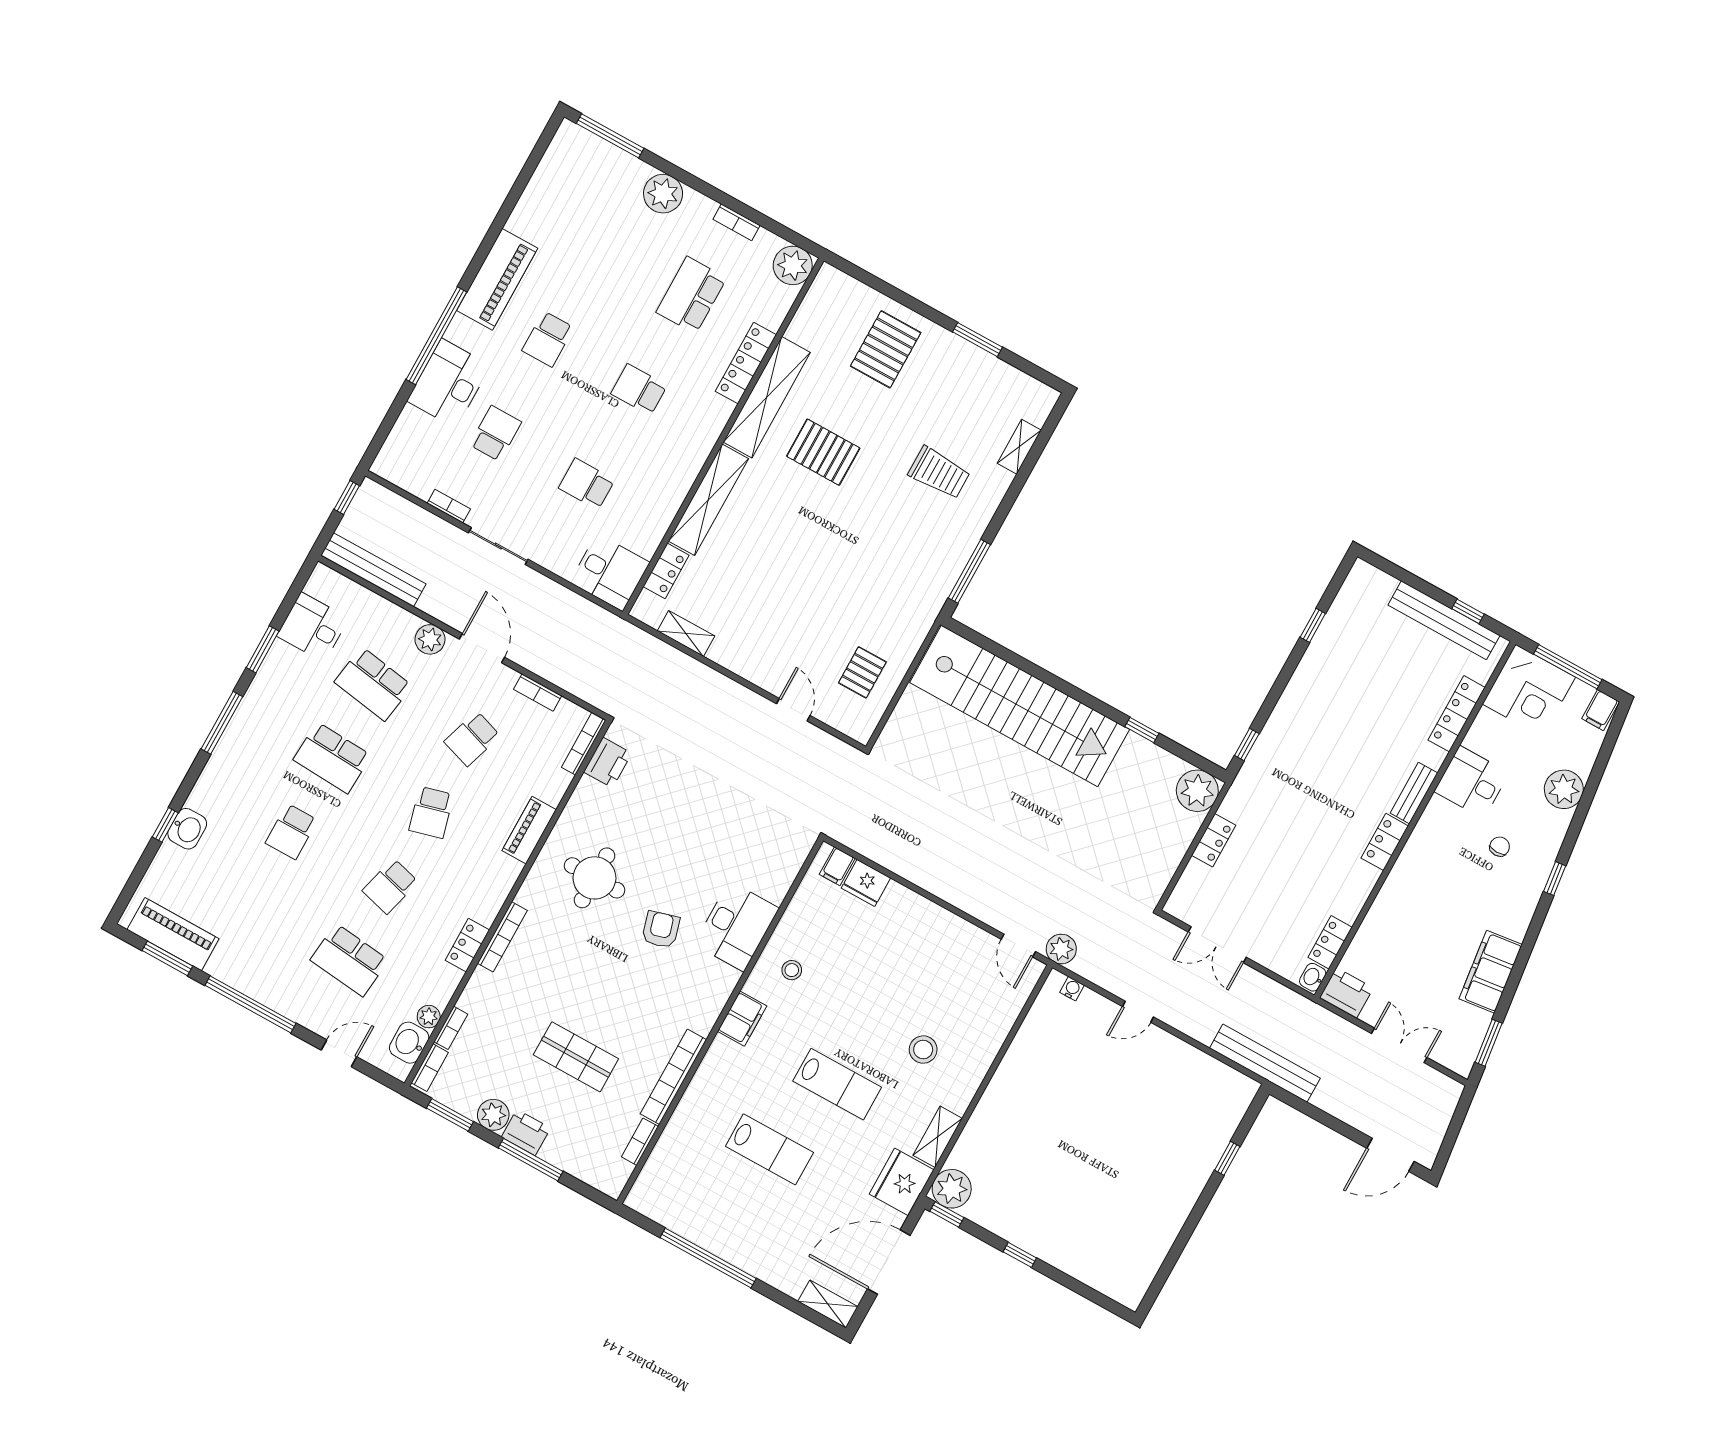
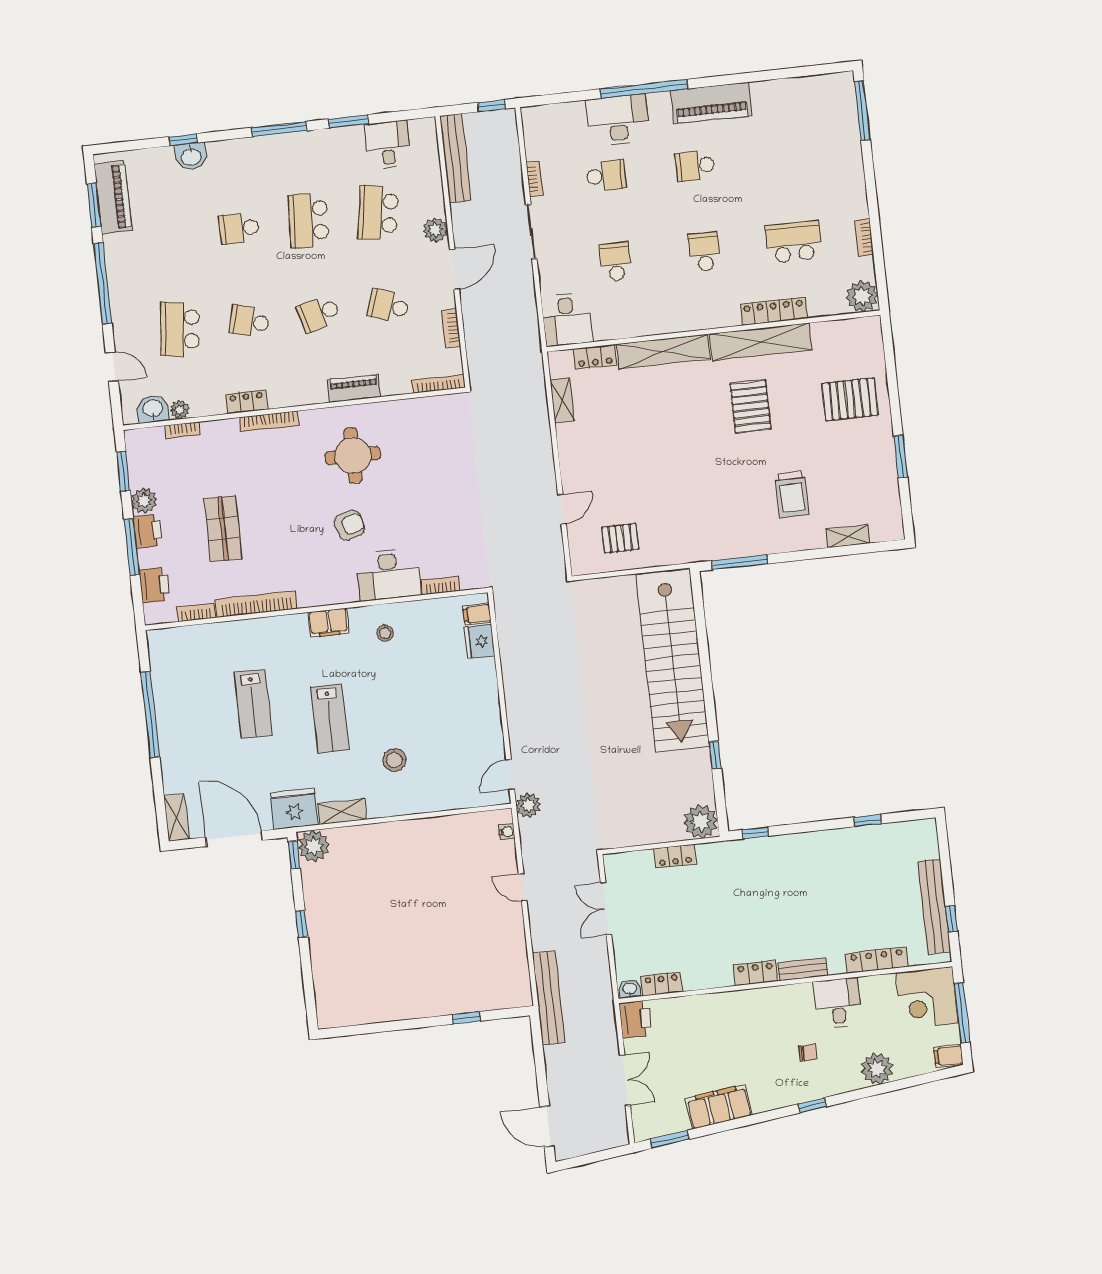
plant: (663, 194) -> (849, 174), removed
printer: (608, 763) -> (154, 585), moved, turned -90
bookcase: (430, 1068) -> (441, 586), moved, turned 180

